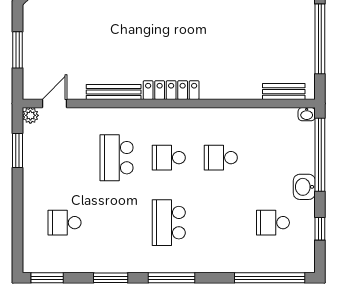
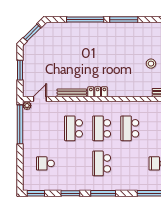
stool: (260, 38) -> (151, 64), added
locker: (171, 90) -> (98, 92), width x0.66
window: (18, 150) -> (20, 124), width x2.11
school desk: (169, 158) -> (102, 128), width x1.85
school desk: (221, 158) -> (130, 128), width x1.85

